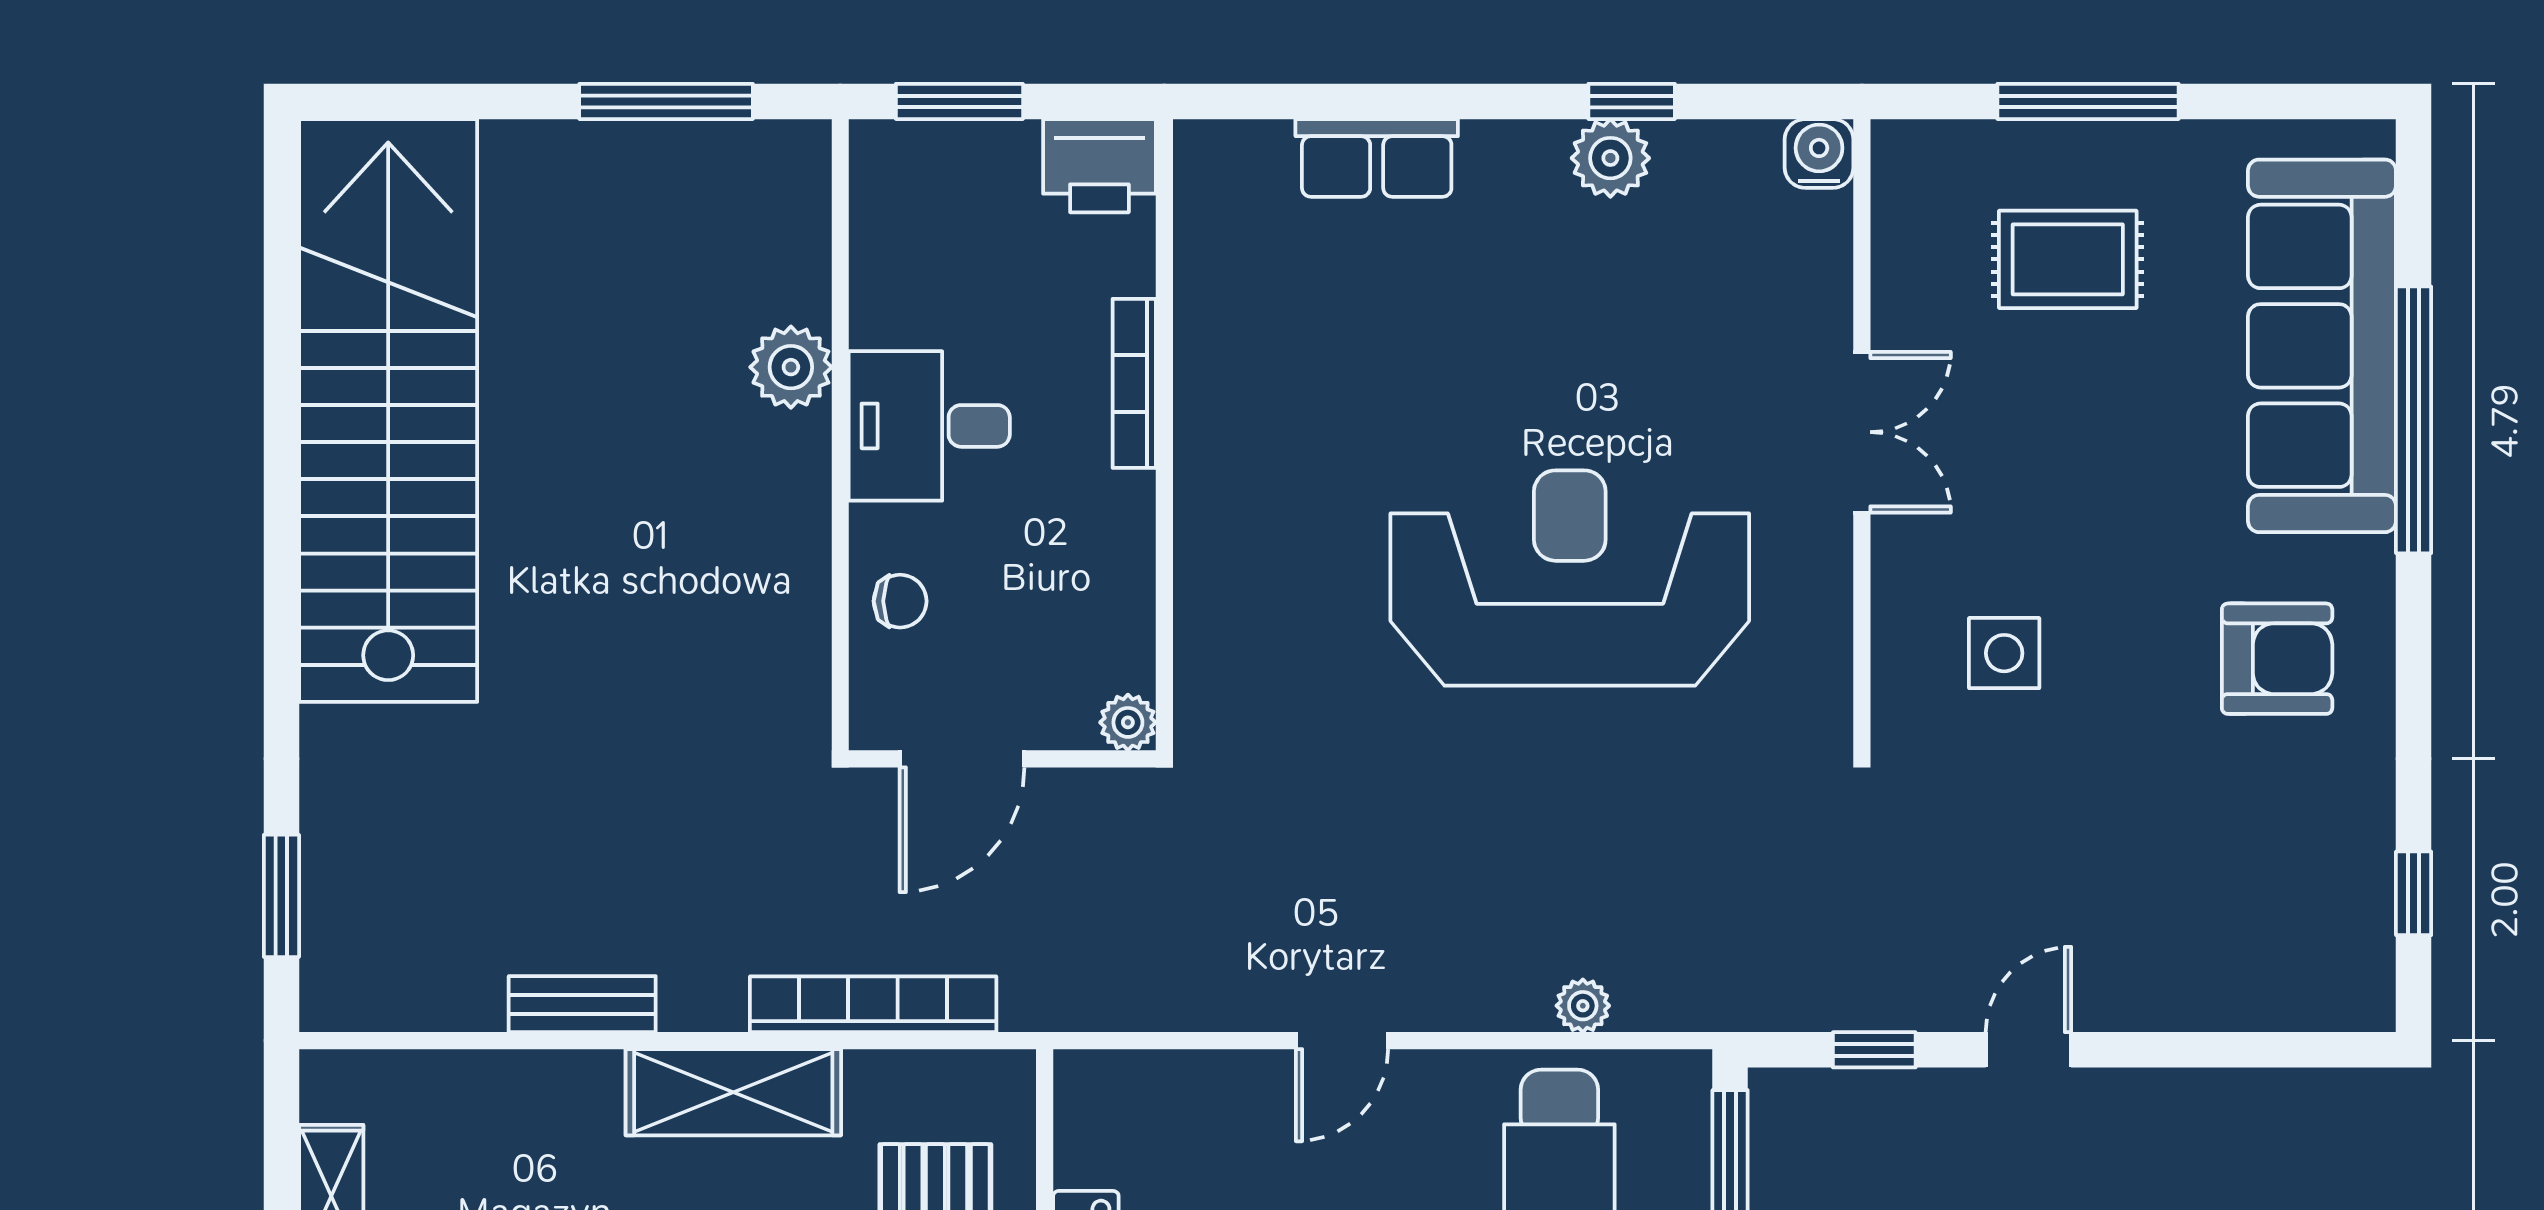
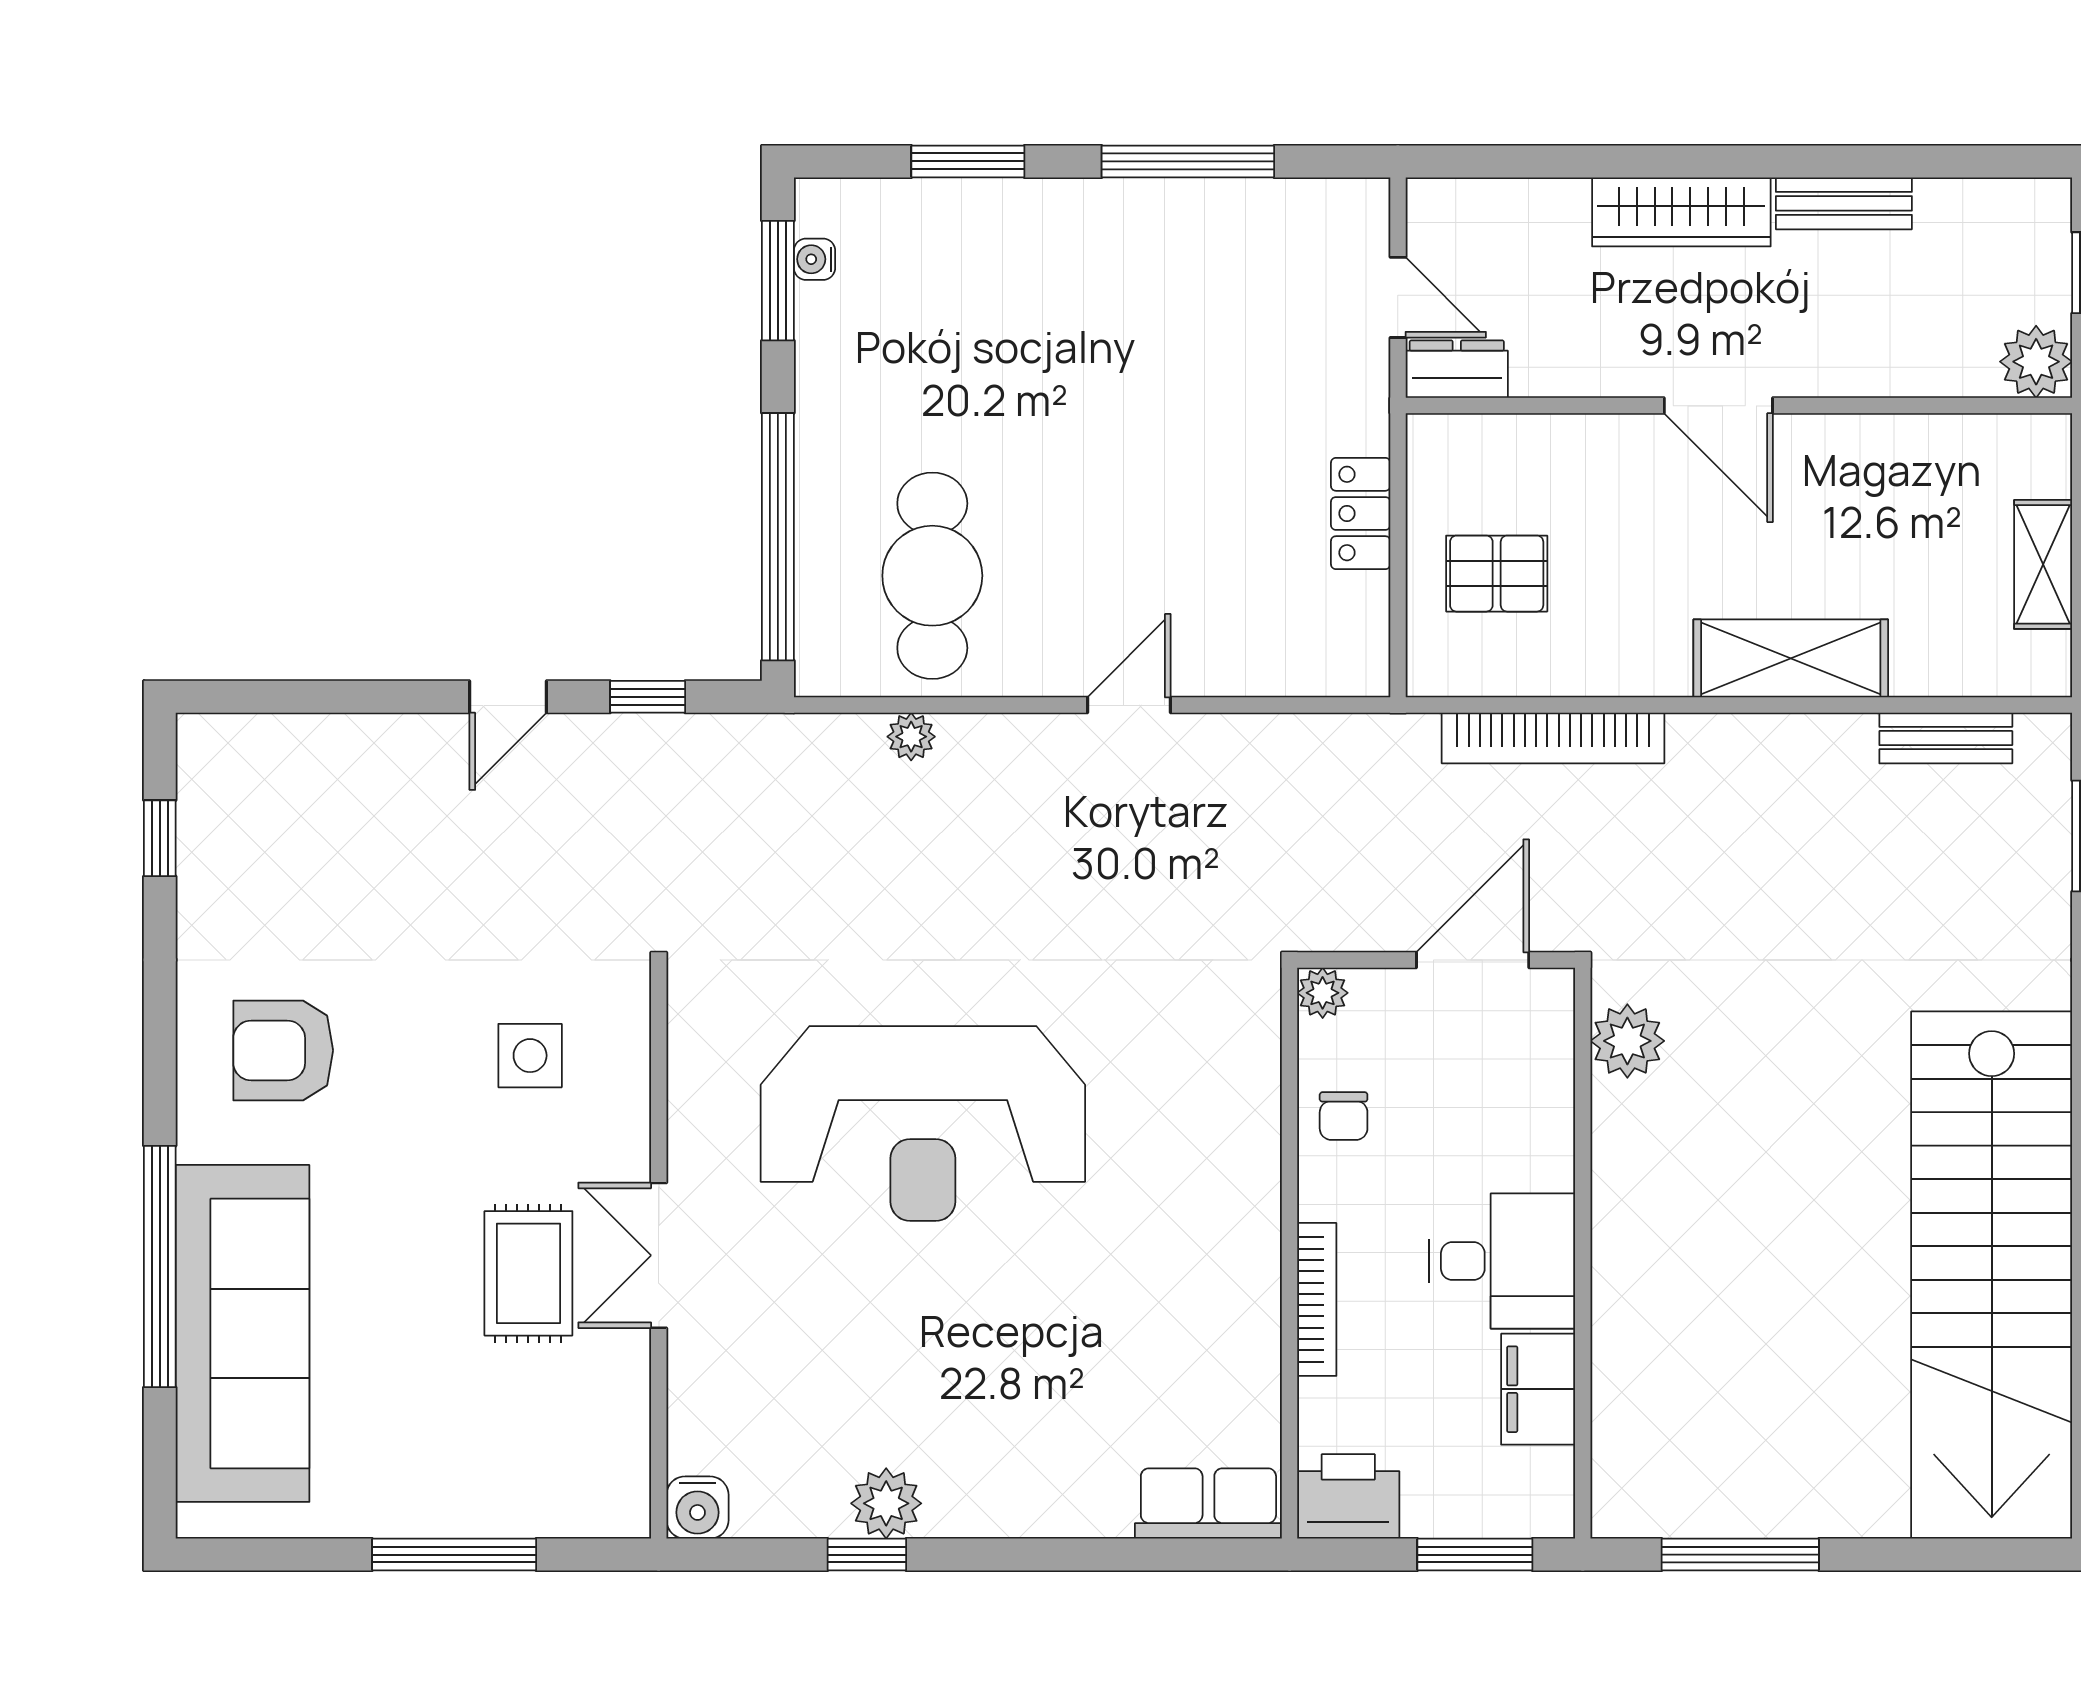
row of seats: (1377, 158) -> (1208, 1503), moved
rug: (2068, 259) -> (528, 1273), moved, turned 90
filing cabinet: (890, 284) -> (1538, 1389), added
plant: (791, 367) -> (1627, 1041), moved
chair: (900, 601) -> (1344, 1116), moved, turned -90
bench: (582, 1004) -> (1946, 738), moved
shelving: (733, 1092) -> (1791, 658), moved

